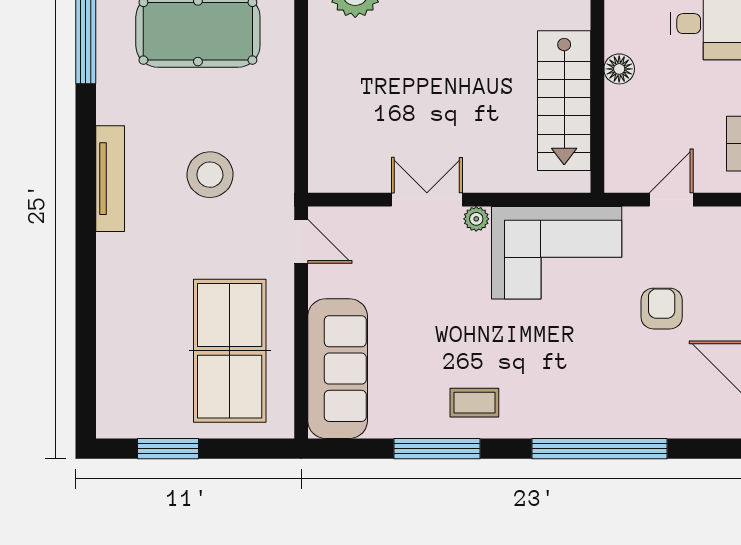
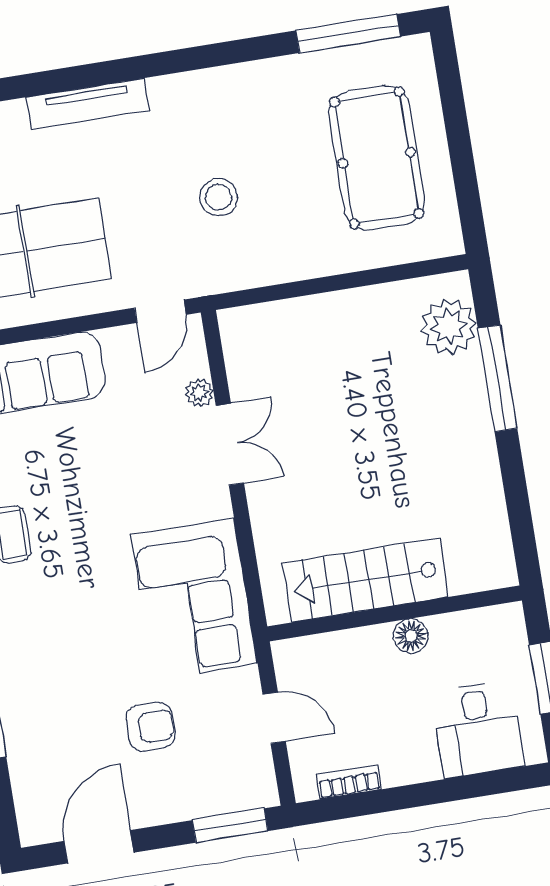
stool: (210, 175) -> (218, 197), width x0.73, depth x0.73
tv unit: (110, 179) -> (88, 104), moved
plant: (476, 219) -> (199, 393), moved

